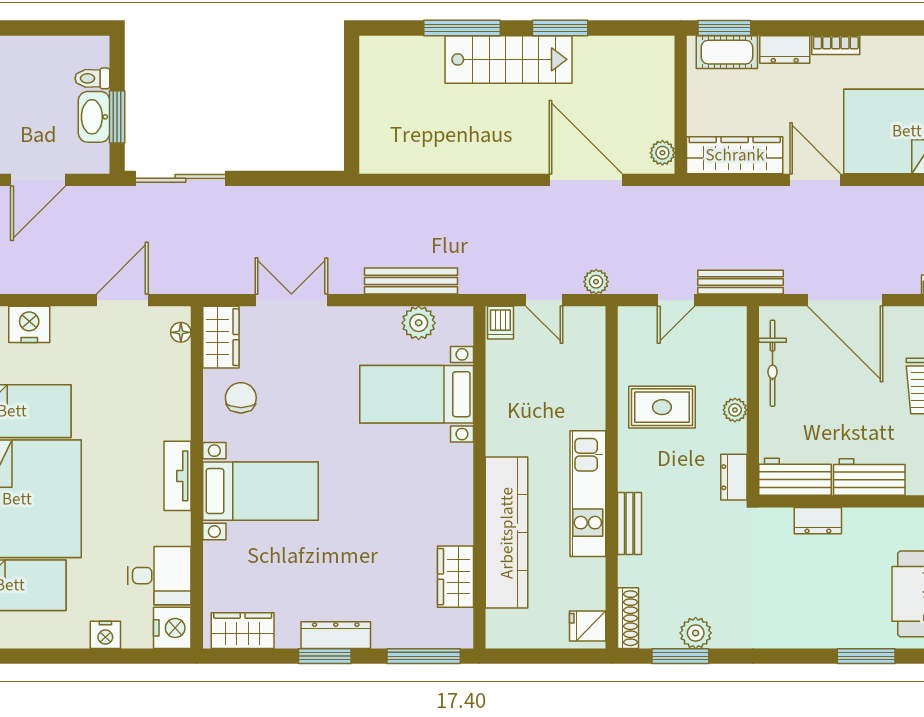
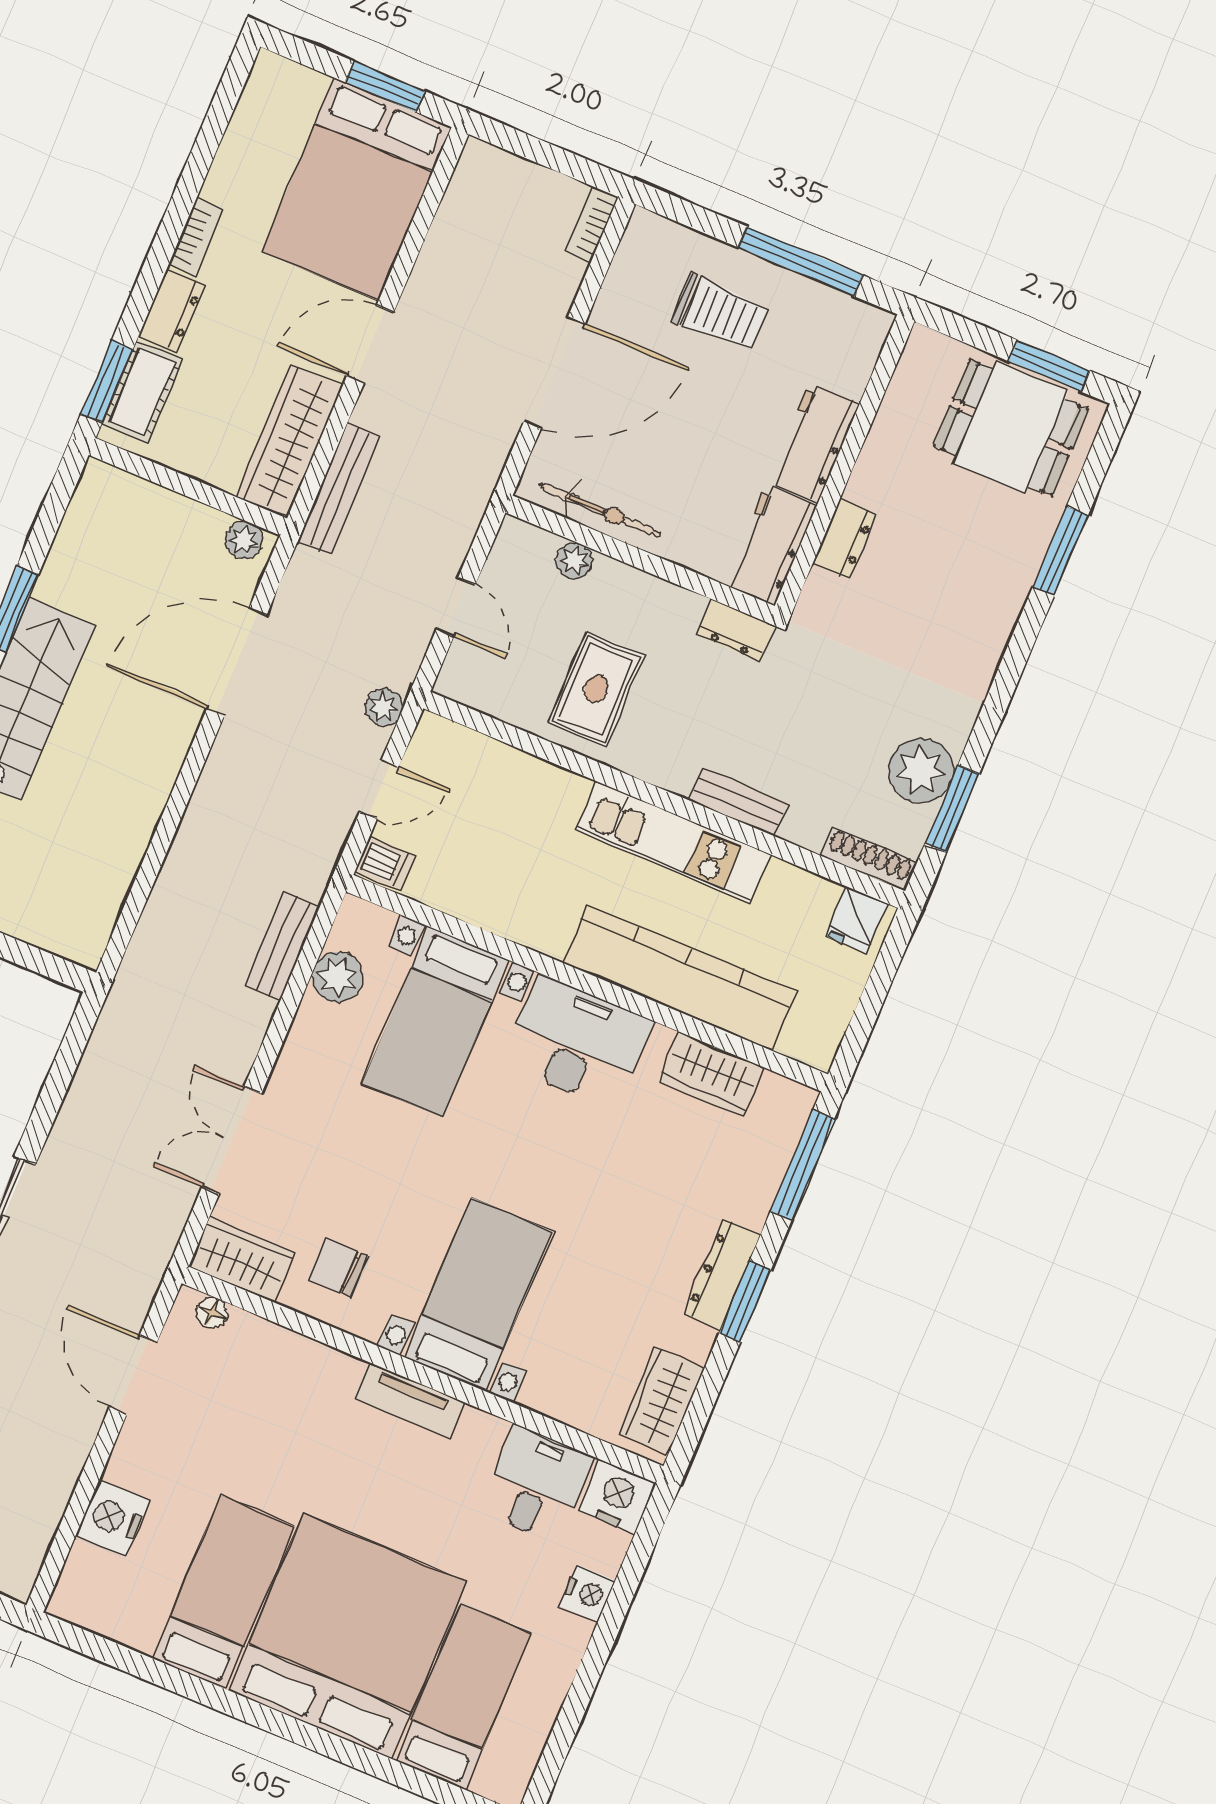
bench: (411, 281) -> (282, 946), width x0.73
bench: (741, 282) -> (339, 489), moved
plant: (735, 410) -> (575, 561), moved
desk: (440, 487) -> (577, 1042), added
plant: (696, 633) -> (921, 771), width x1.36, depth x1.36

